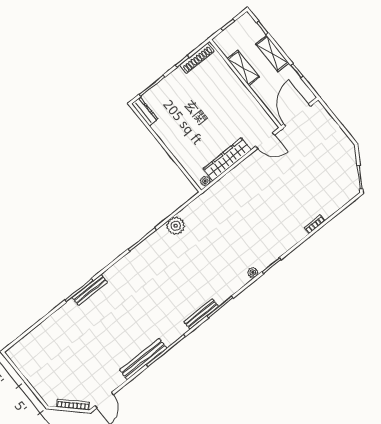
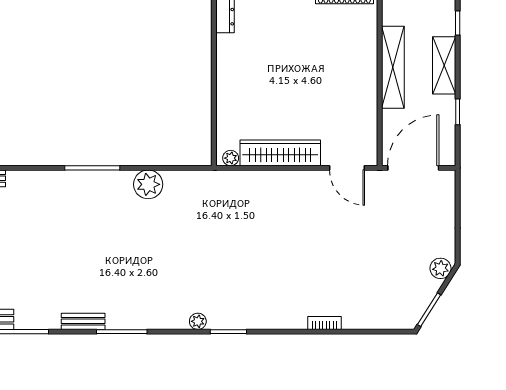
shelving: (243, 68) -> (393, 67), width x1.47
plant: (349, 153) -> (441, 268), added
bench: (201, 314) -> (83, 321), width x0.73

